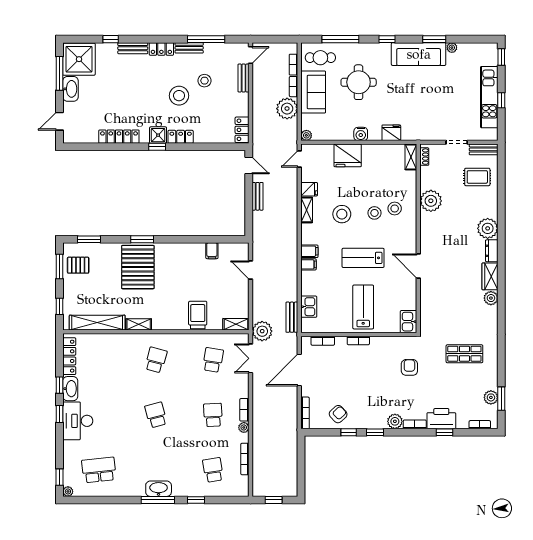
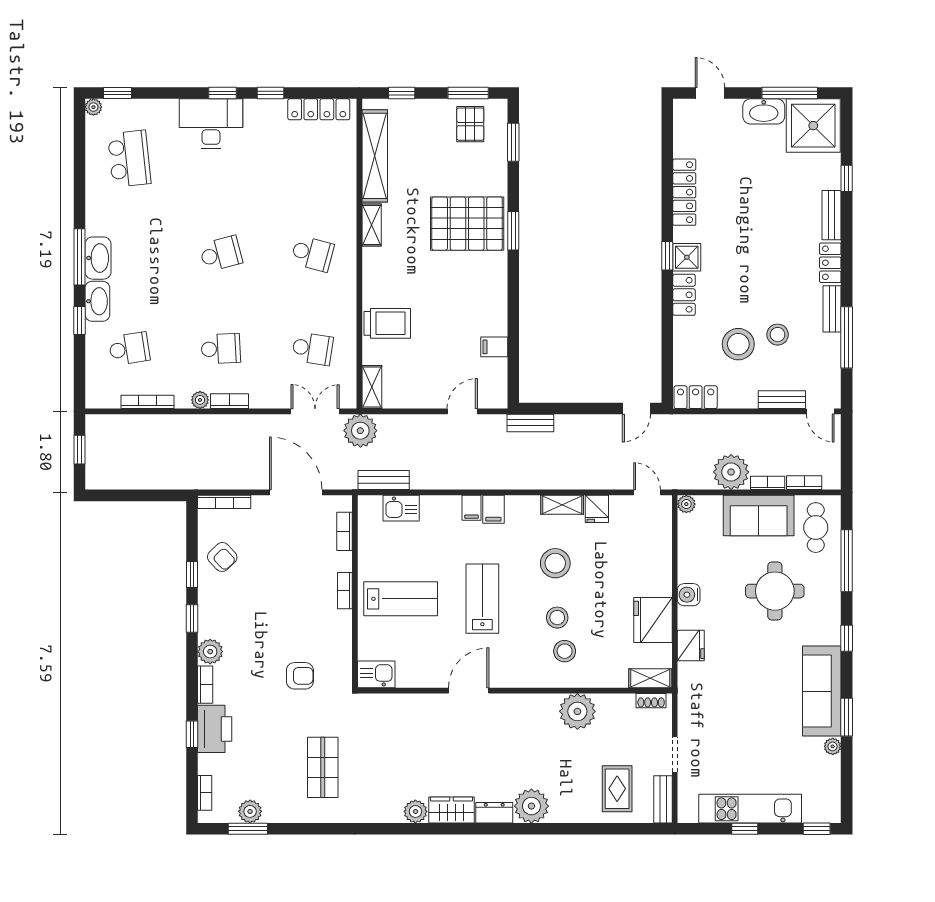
stool: (179, 96) -> (738, 344), moved
fridge: (348, 155) -> (653, 620), moved
bench: (258, 196) -> (530, 423), moved
washbasin: (70, 389) -> (97, 301), moved, turned -90

